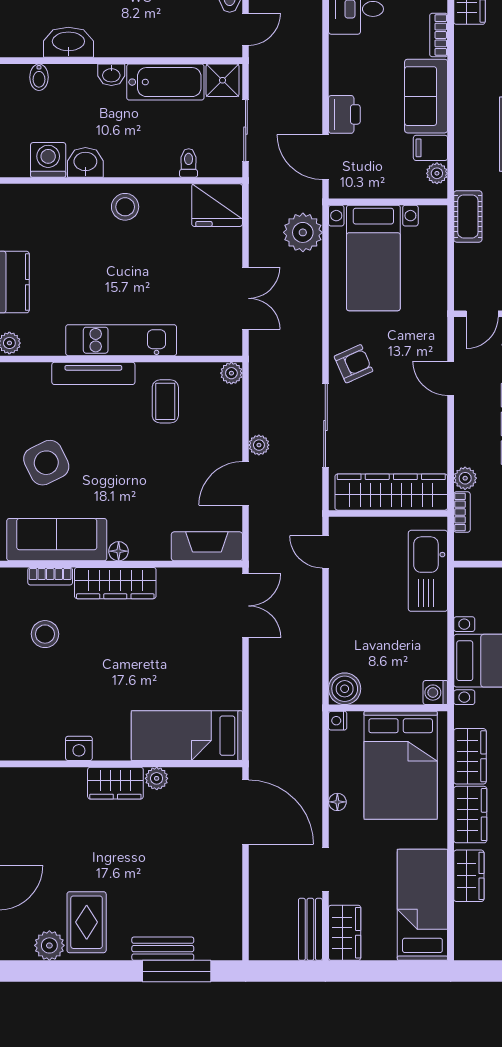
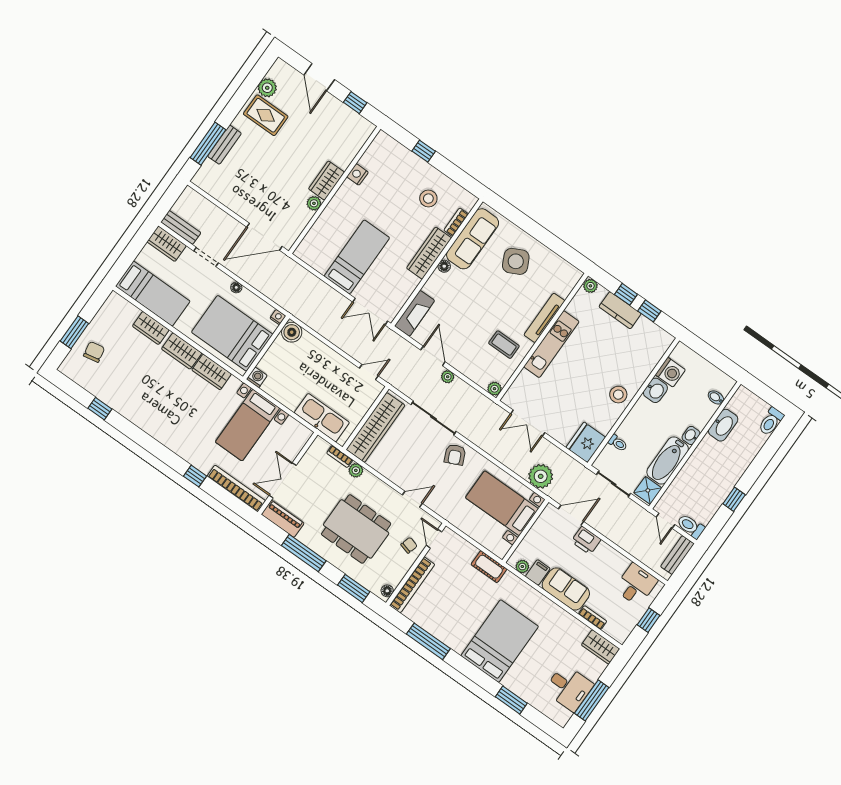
bed: (187, 736) -> (357, 257), moved

